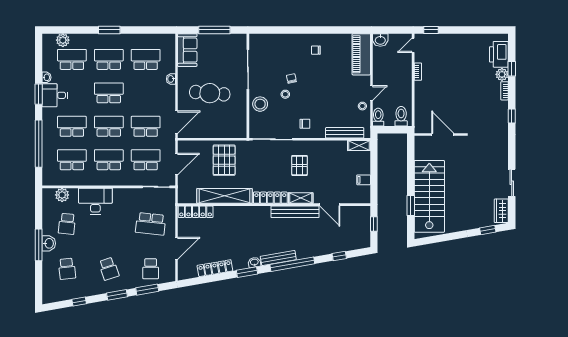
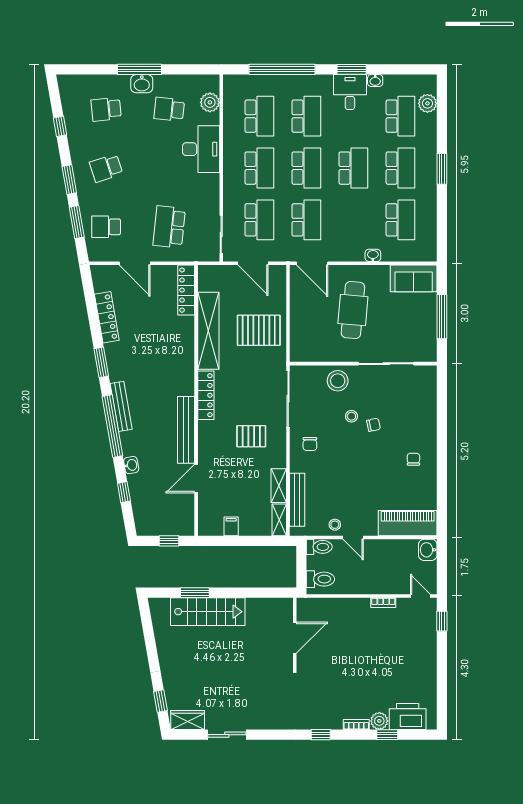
stairs: (429, 196) -> (208, 612), width x0.73, depth x0.66
shelving: (301, 198) -> (279, 486), moved
washbasin: (254, 262) -> (131, 465), moved

